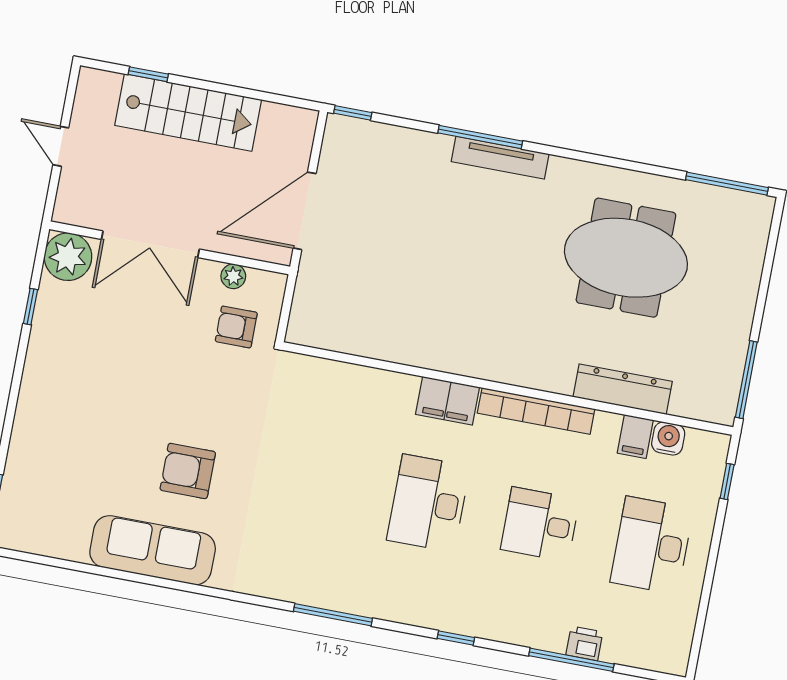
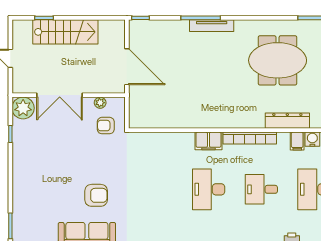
door: (305, 211) -> (127, 67), swing flipped
armchair: (188, 471) -> (96, 195), turned 180

